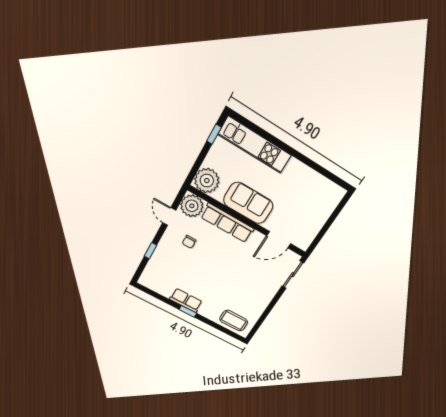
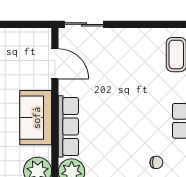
chair: (189, 242) -> (156, 162), moved

